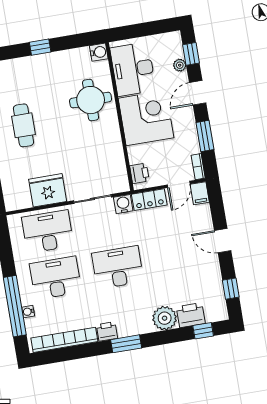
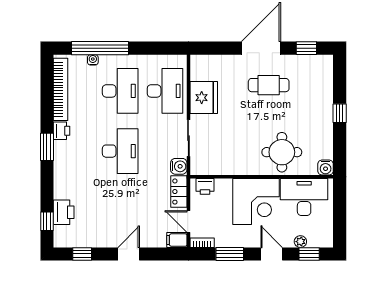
plant: (165, 318) -> (65, 187), removed

